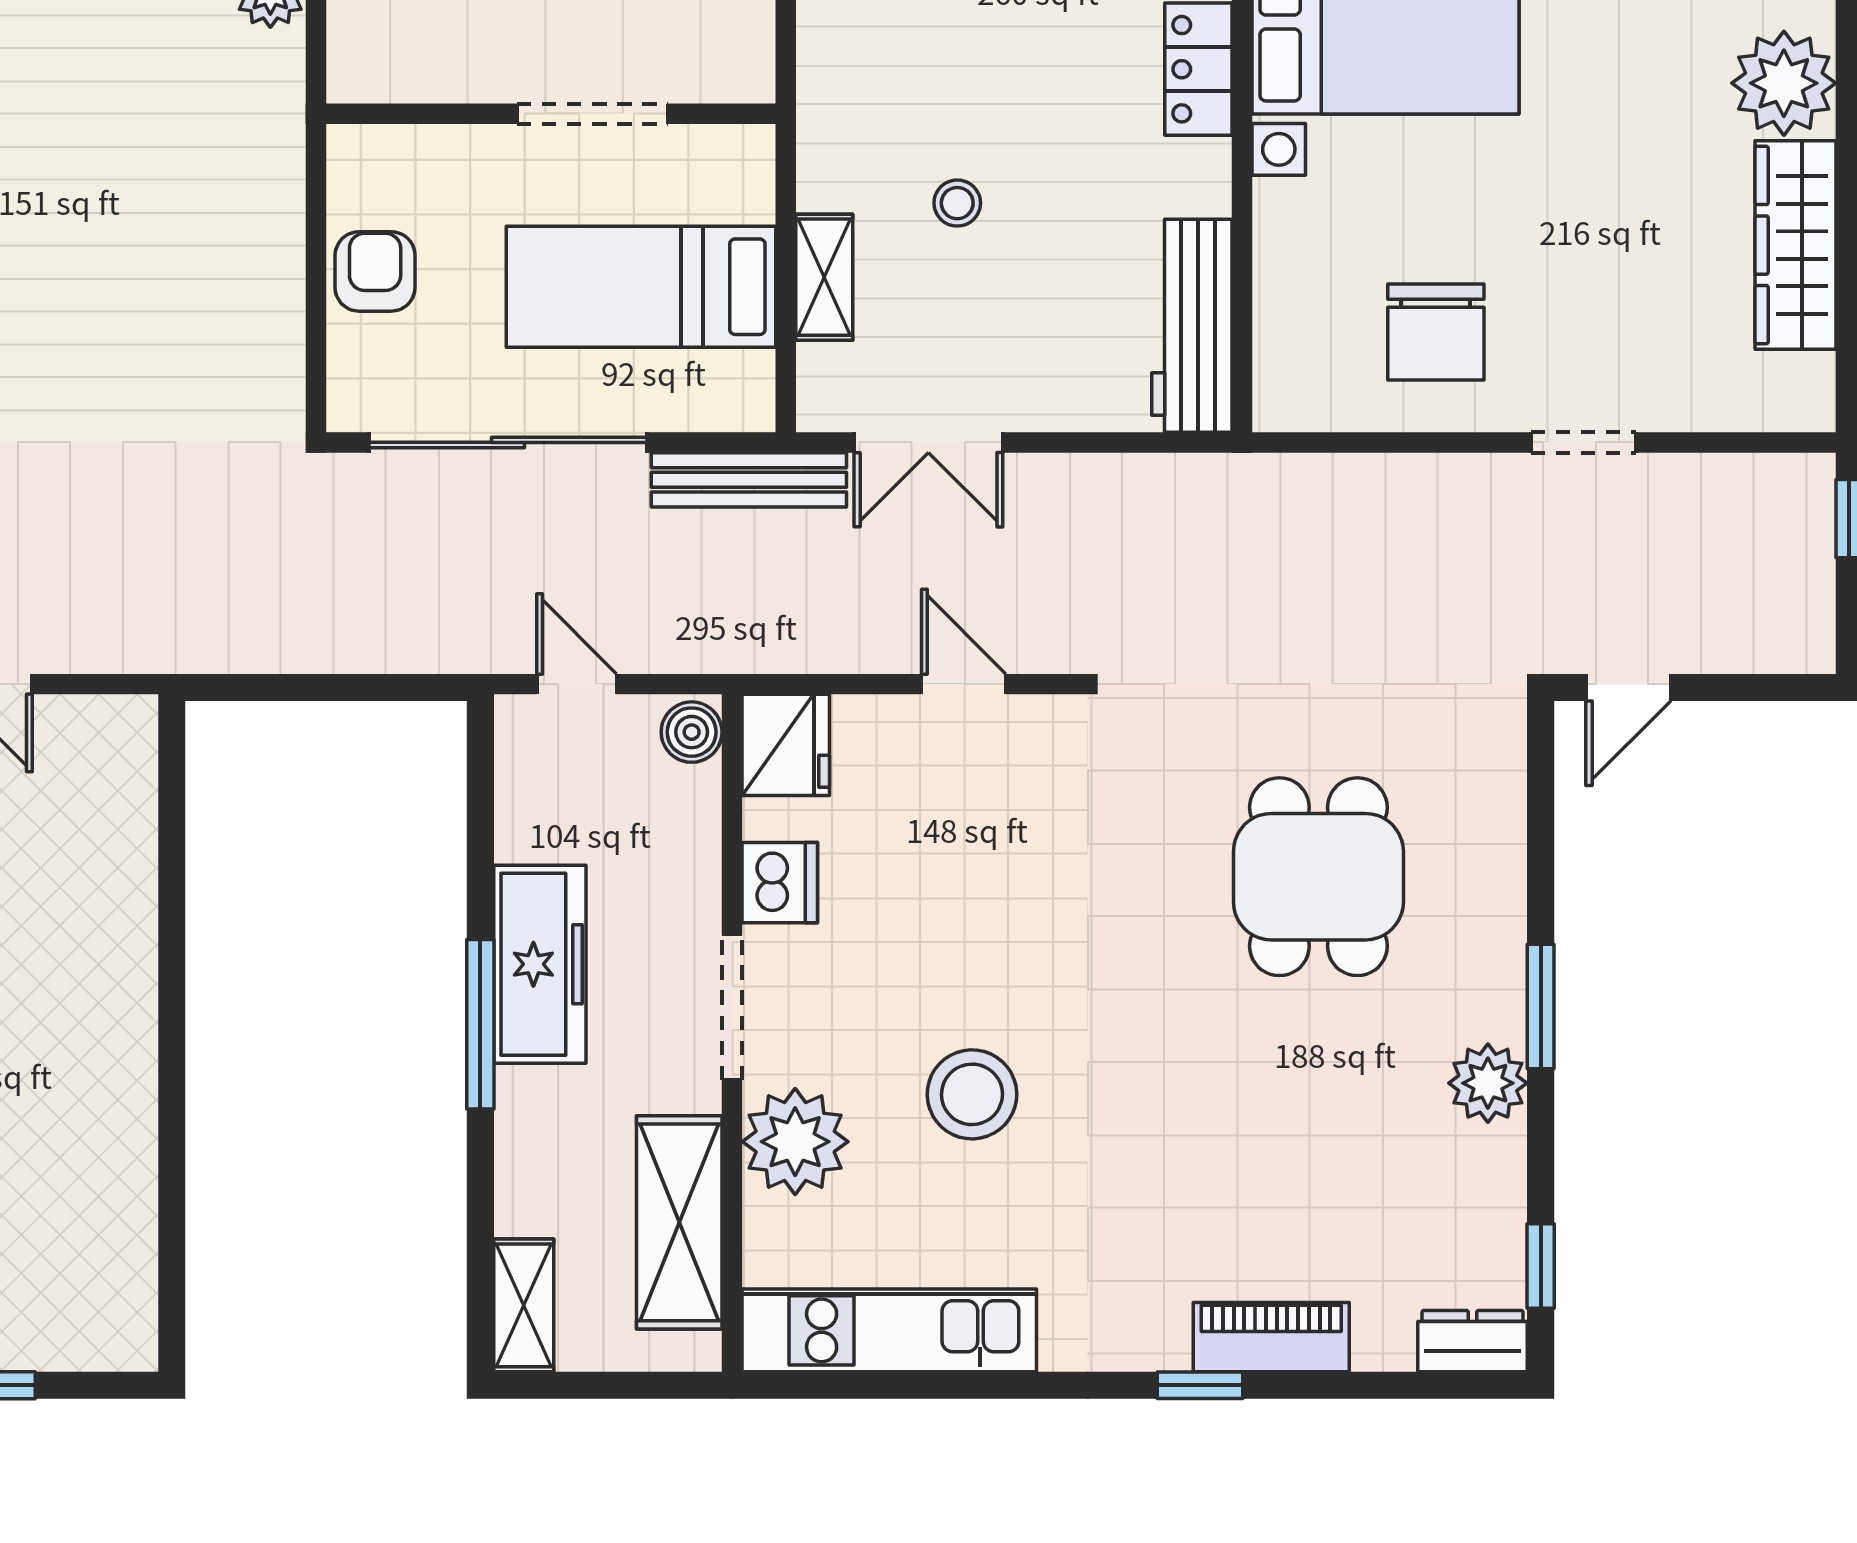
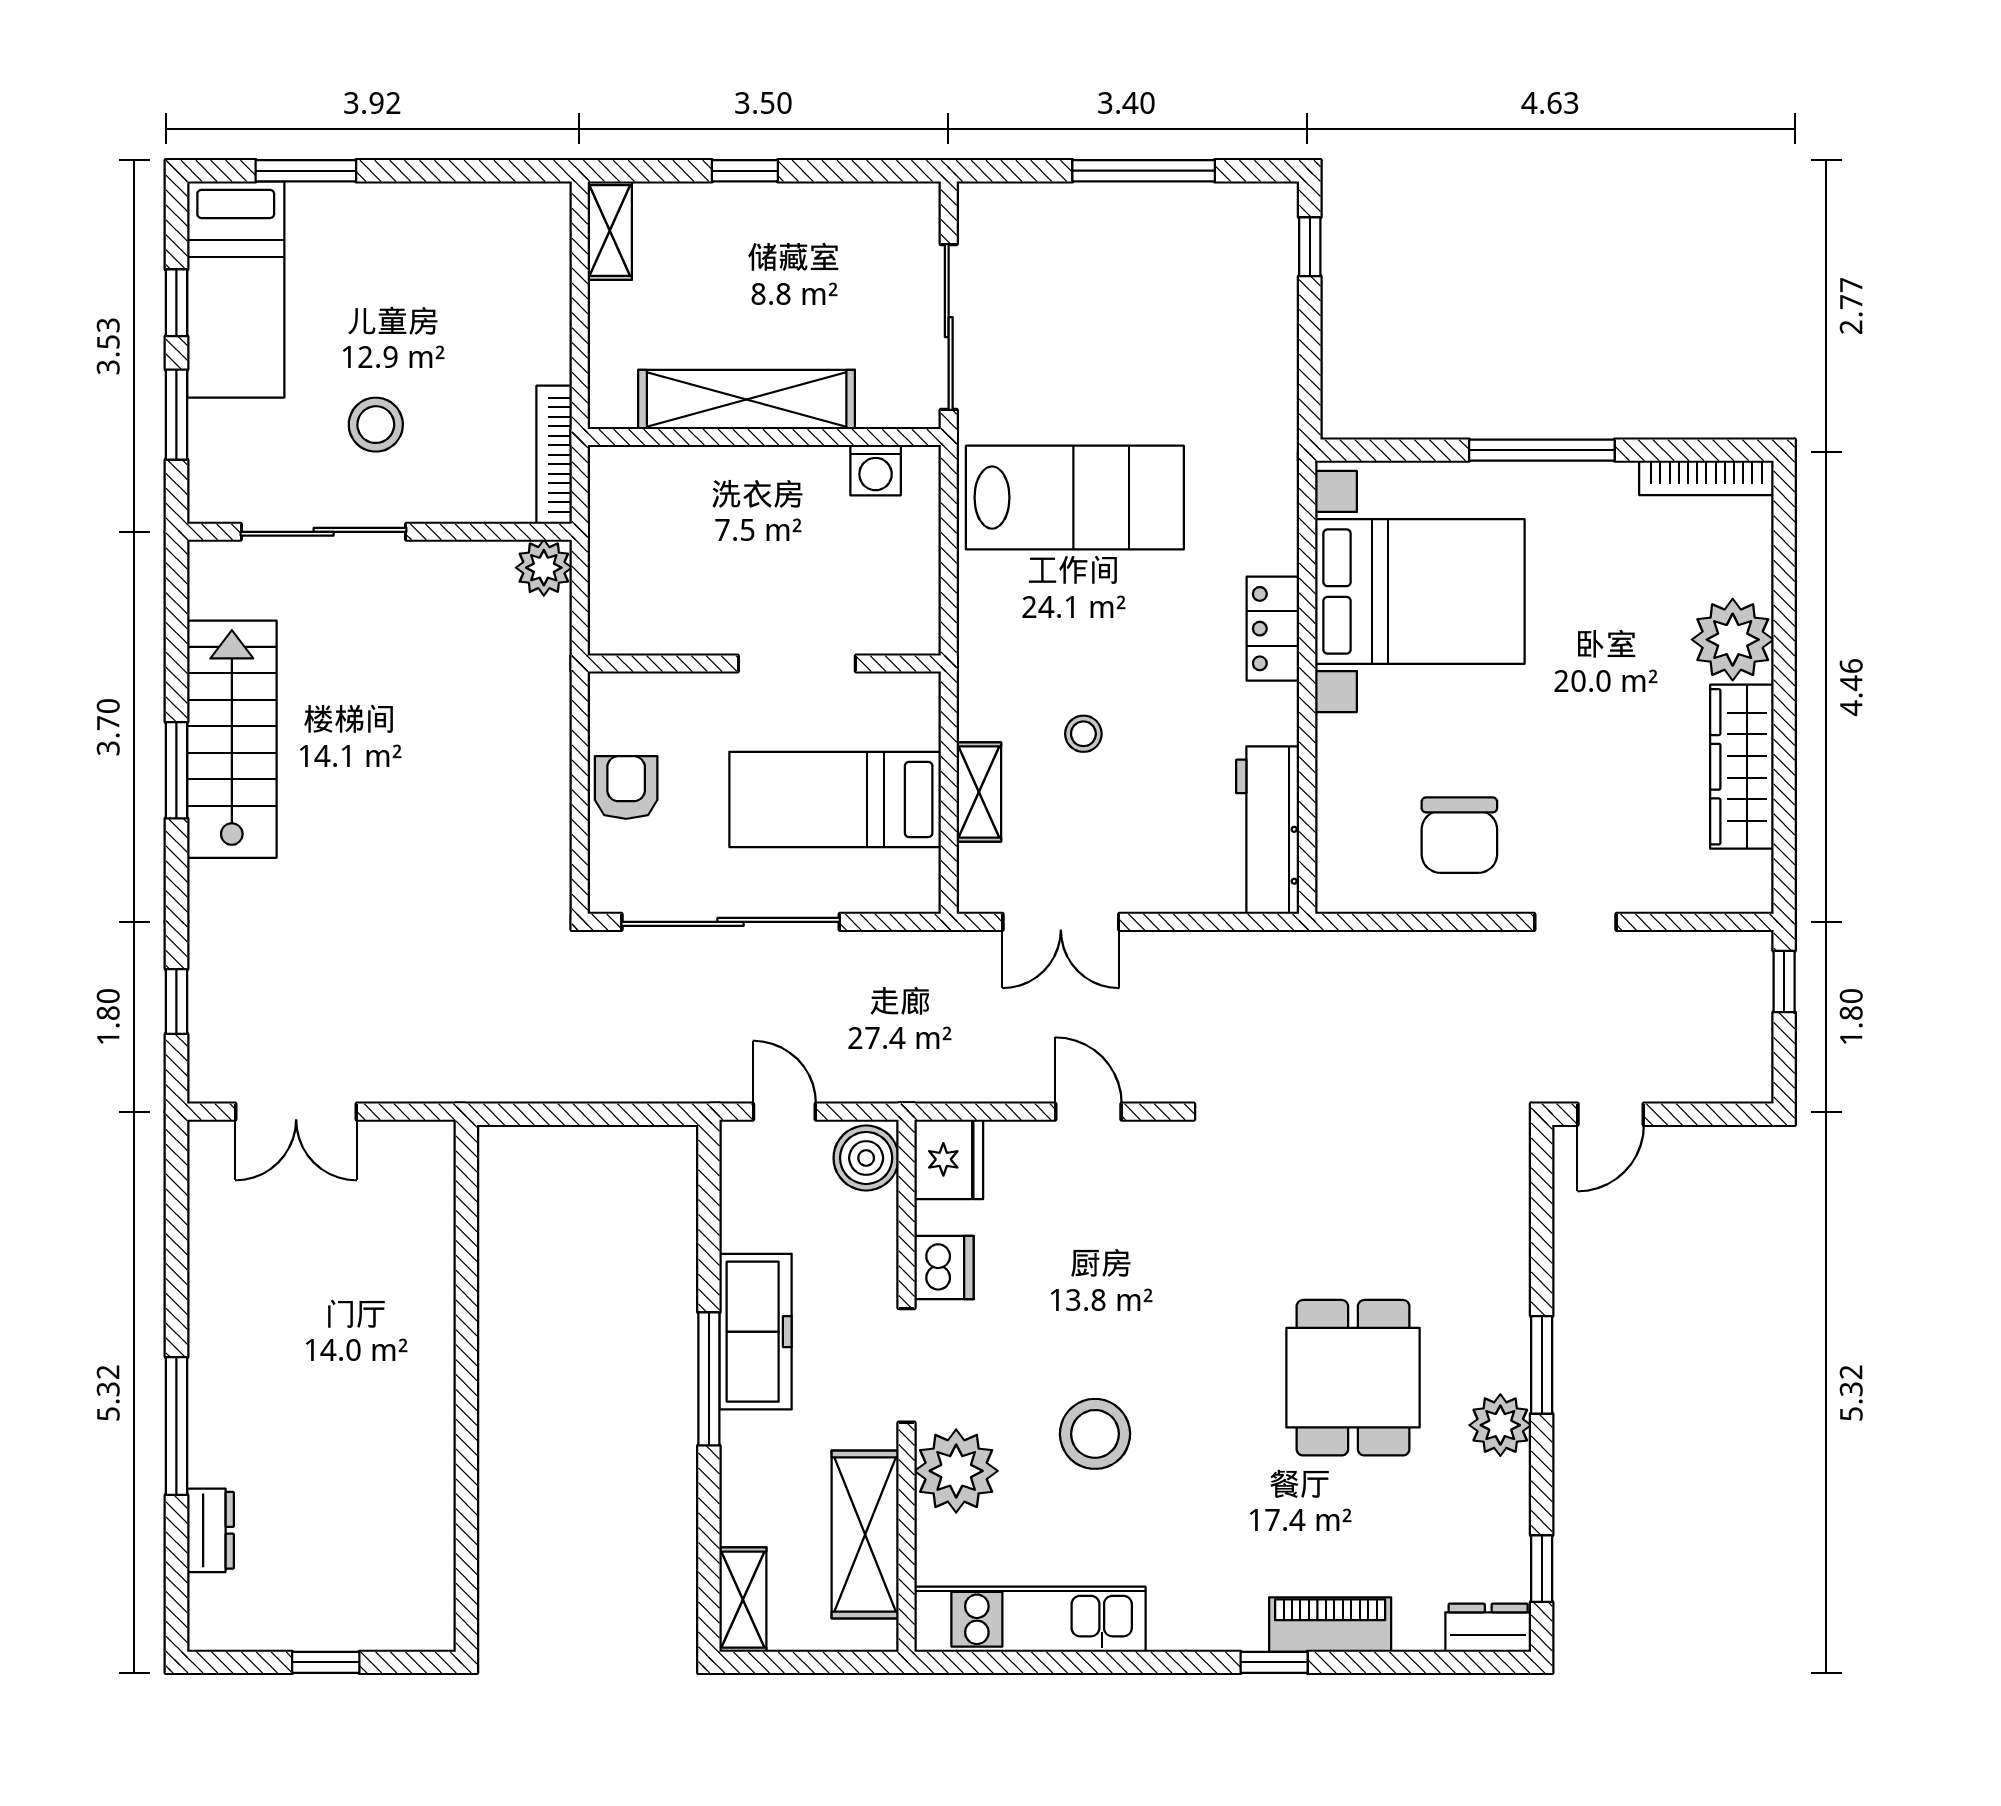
bench: (749, 480) -> (920, 951), removed
boiler: (692, 732) -> (866, 1158), width x1.36, depth x1.36
dining table: (1318, 877) -> (1353, 1378), moved

